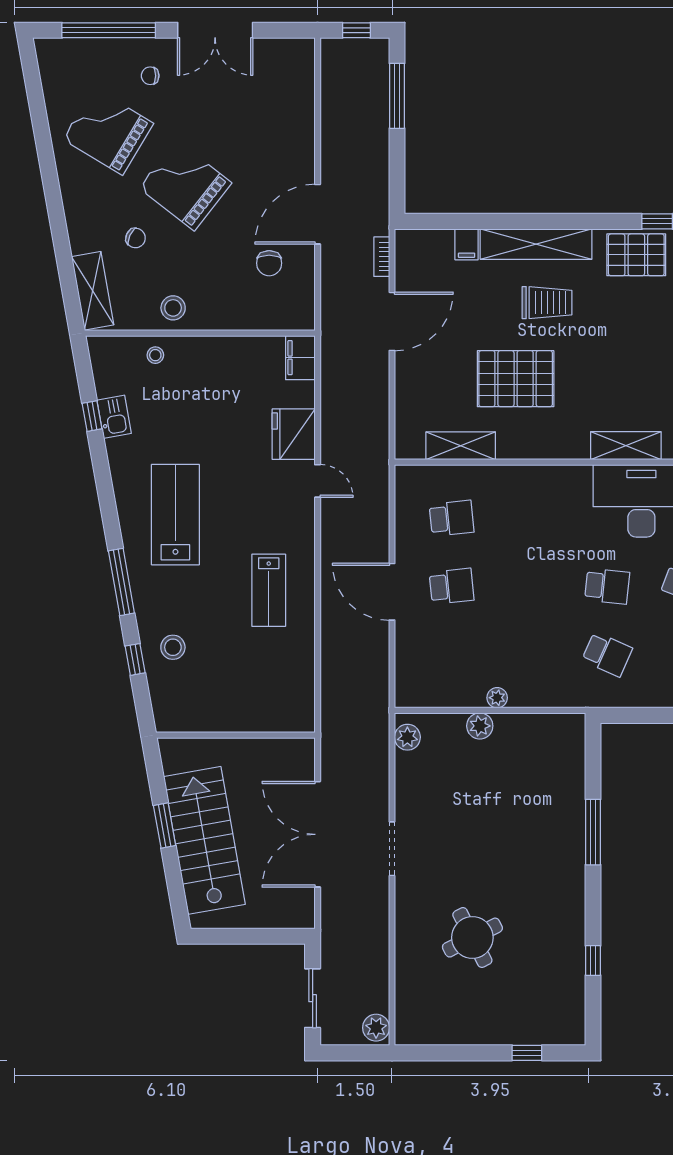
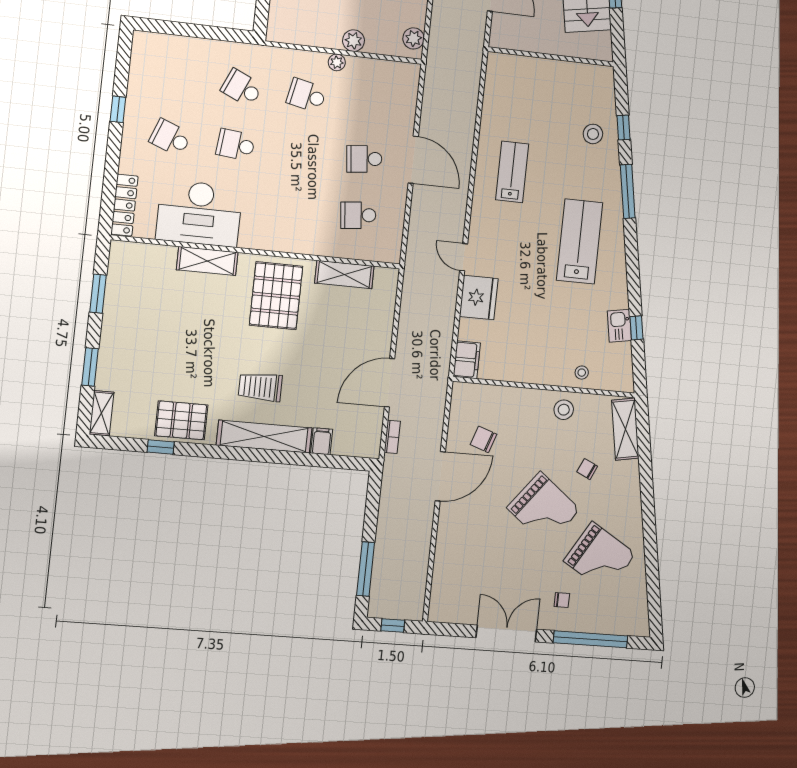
chair: (269, 263) -> (483, 439), turned -71
pallet: (516, 379) -> (276, 296), moved, turned 90
lab bench: (175, 515) -> (580, 241), turned 180
school desk: (529, 654) -> (306, 95), added

